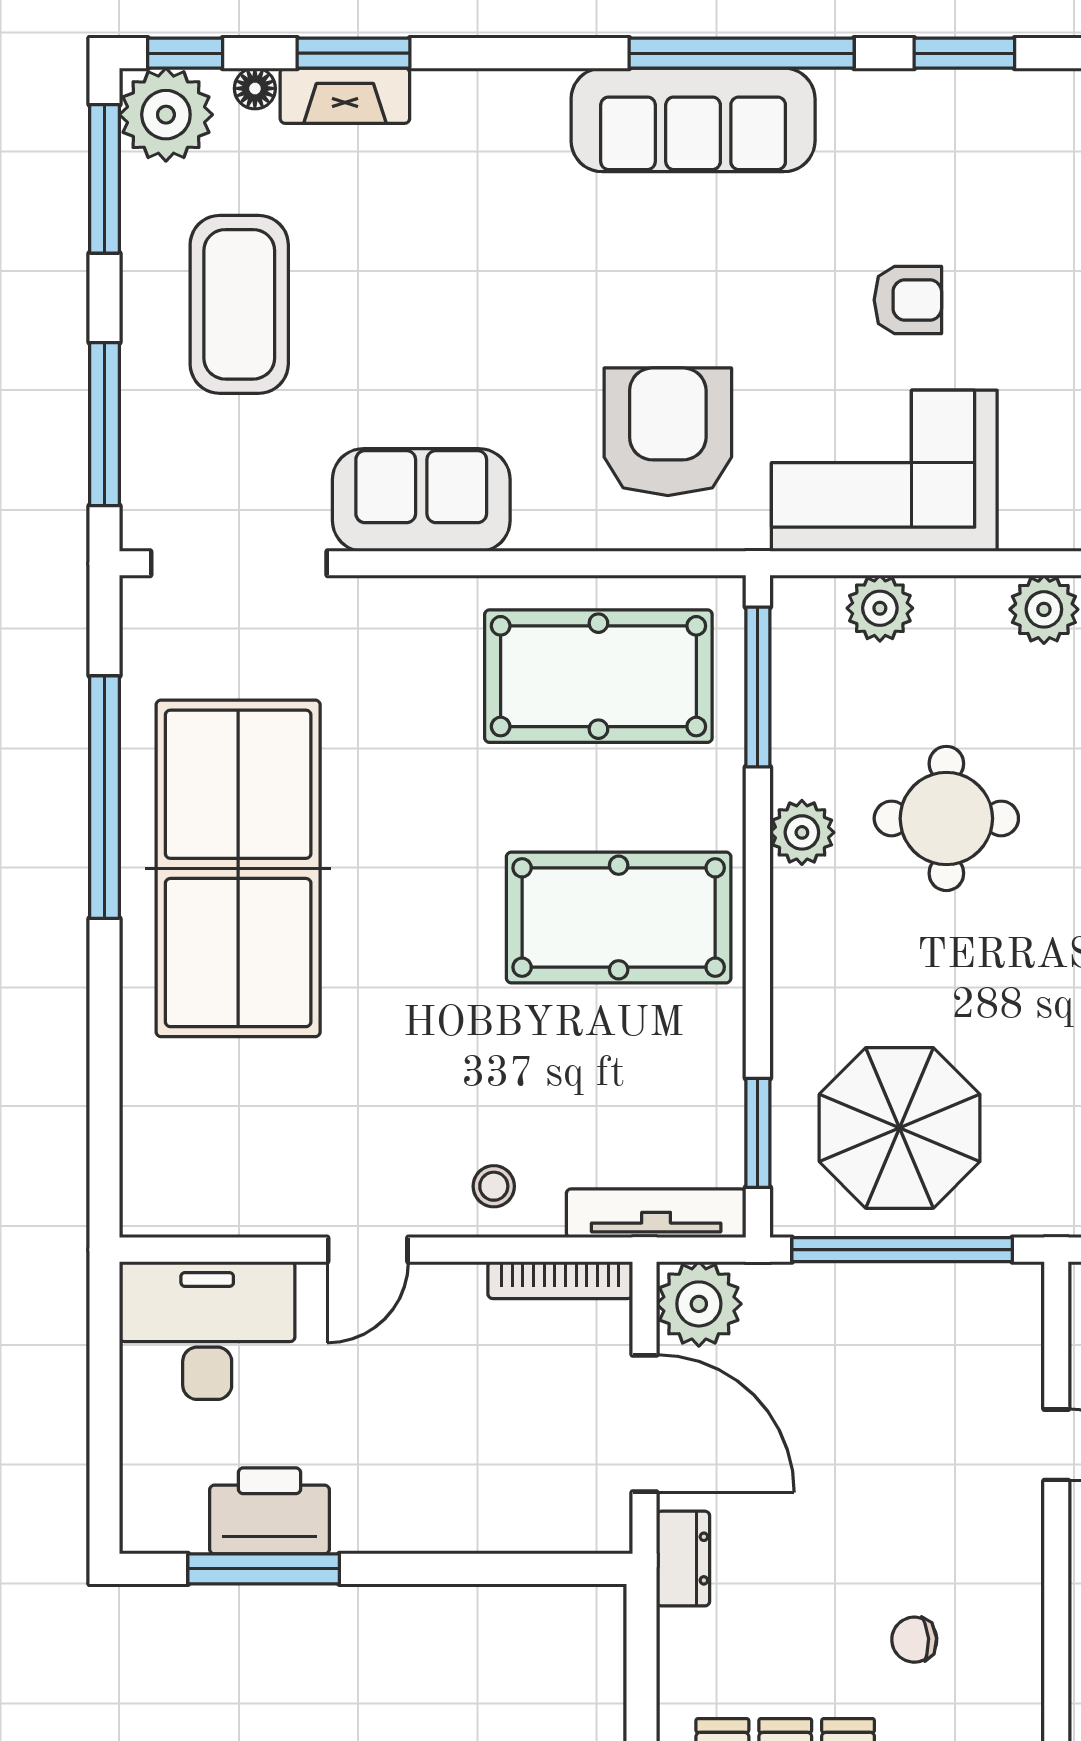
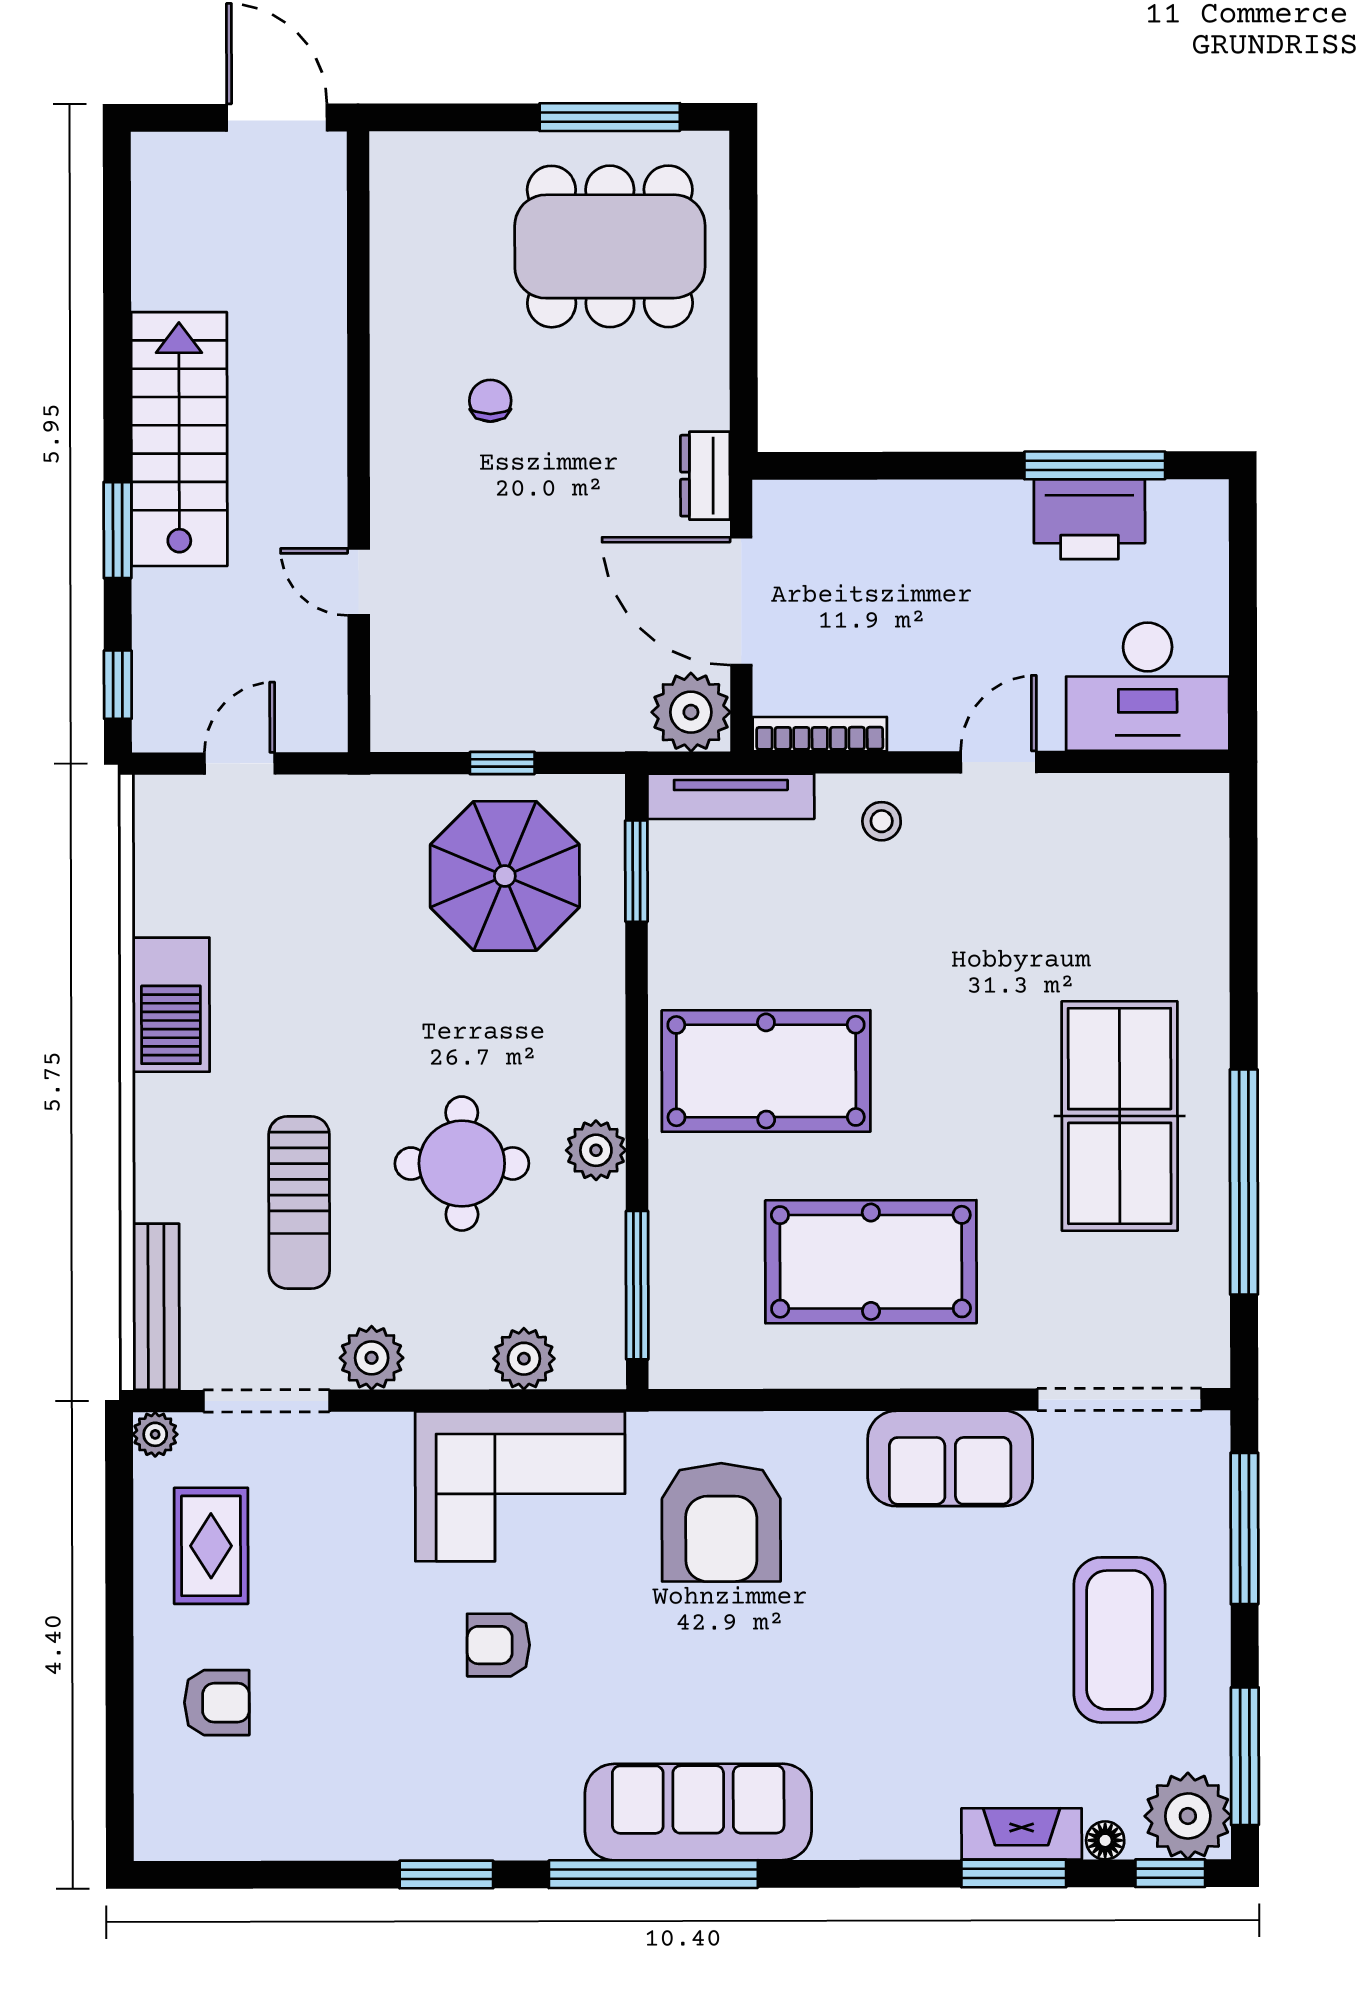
pool table: (598, 676) -> (871, 1262), moved
table tennis table: (238, 868) -> (1120, 1116), width x0.73, depth x0.76
window: (902, 1250) -> (502, 763), width x0.32
chair: (914, 1640) -> (490, 401), turned -86

